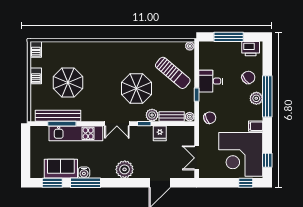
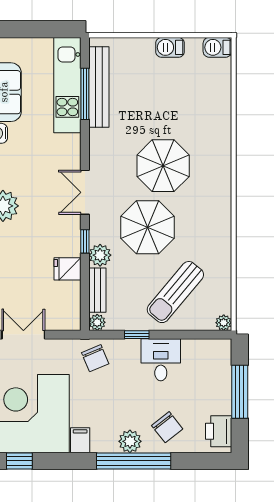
parasol: (68, 83) -> (163, 166), moved
kitchen unit: (76, 133) -> (67, 85), moved

